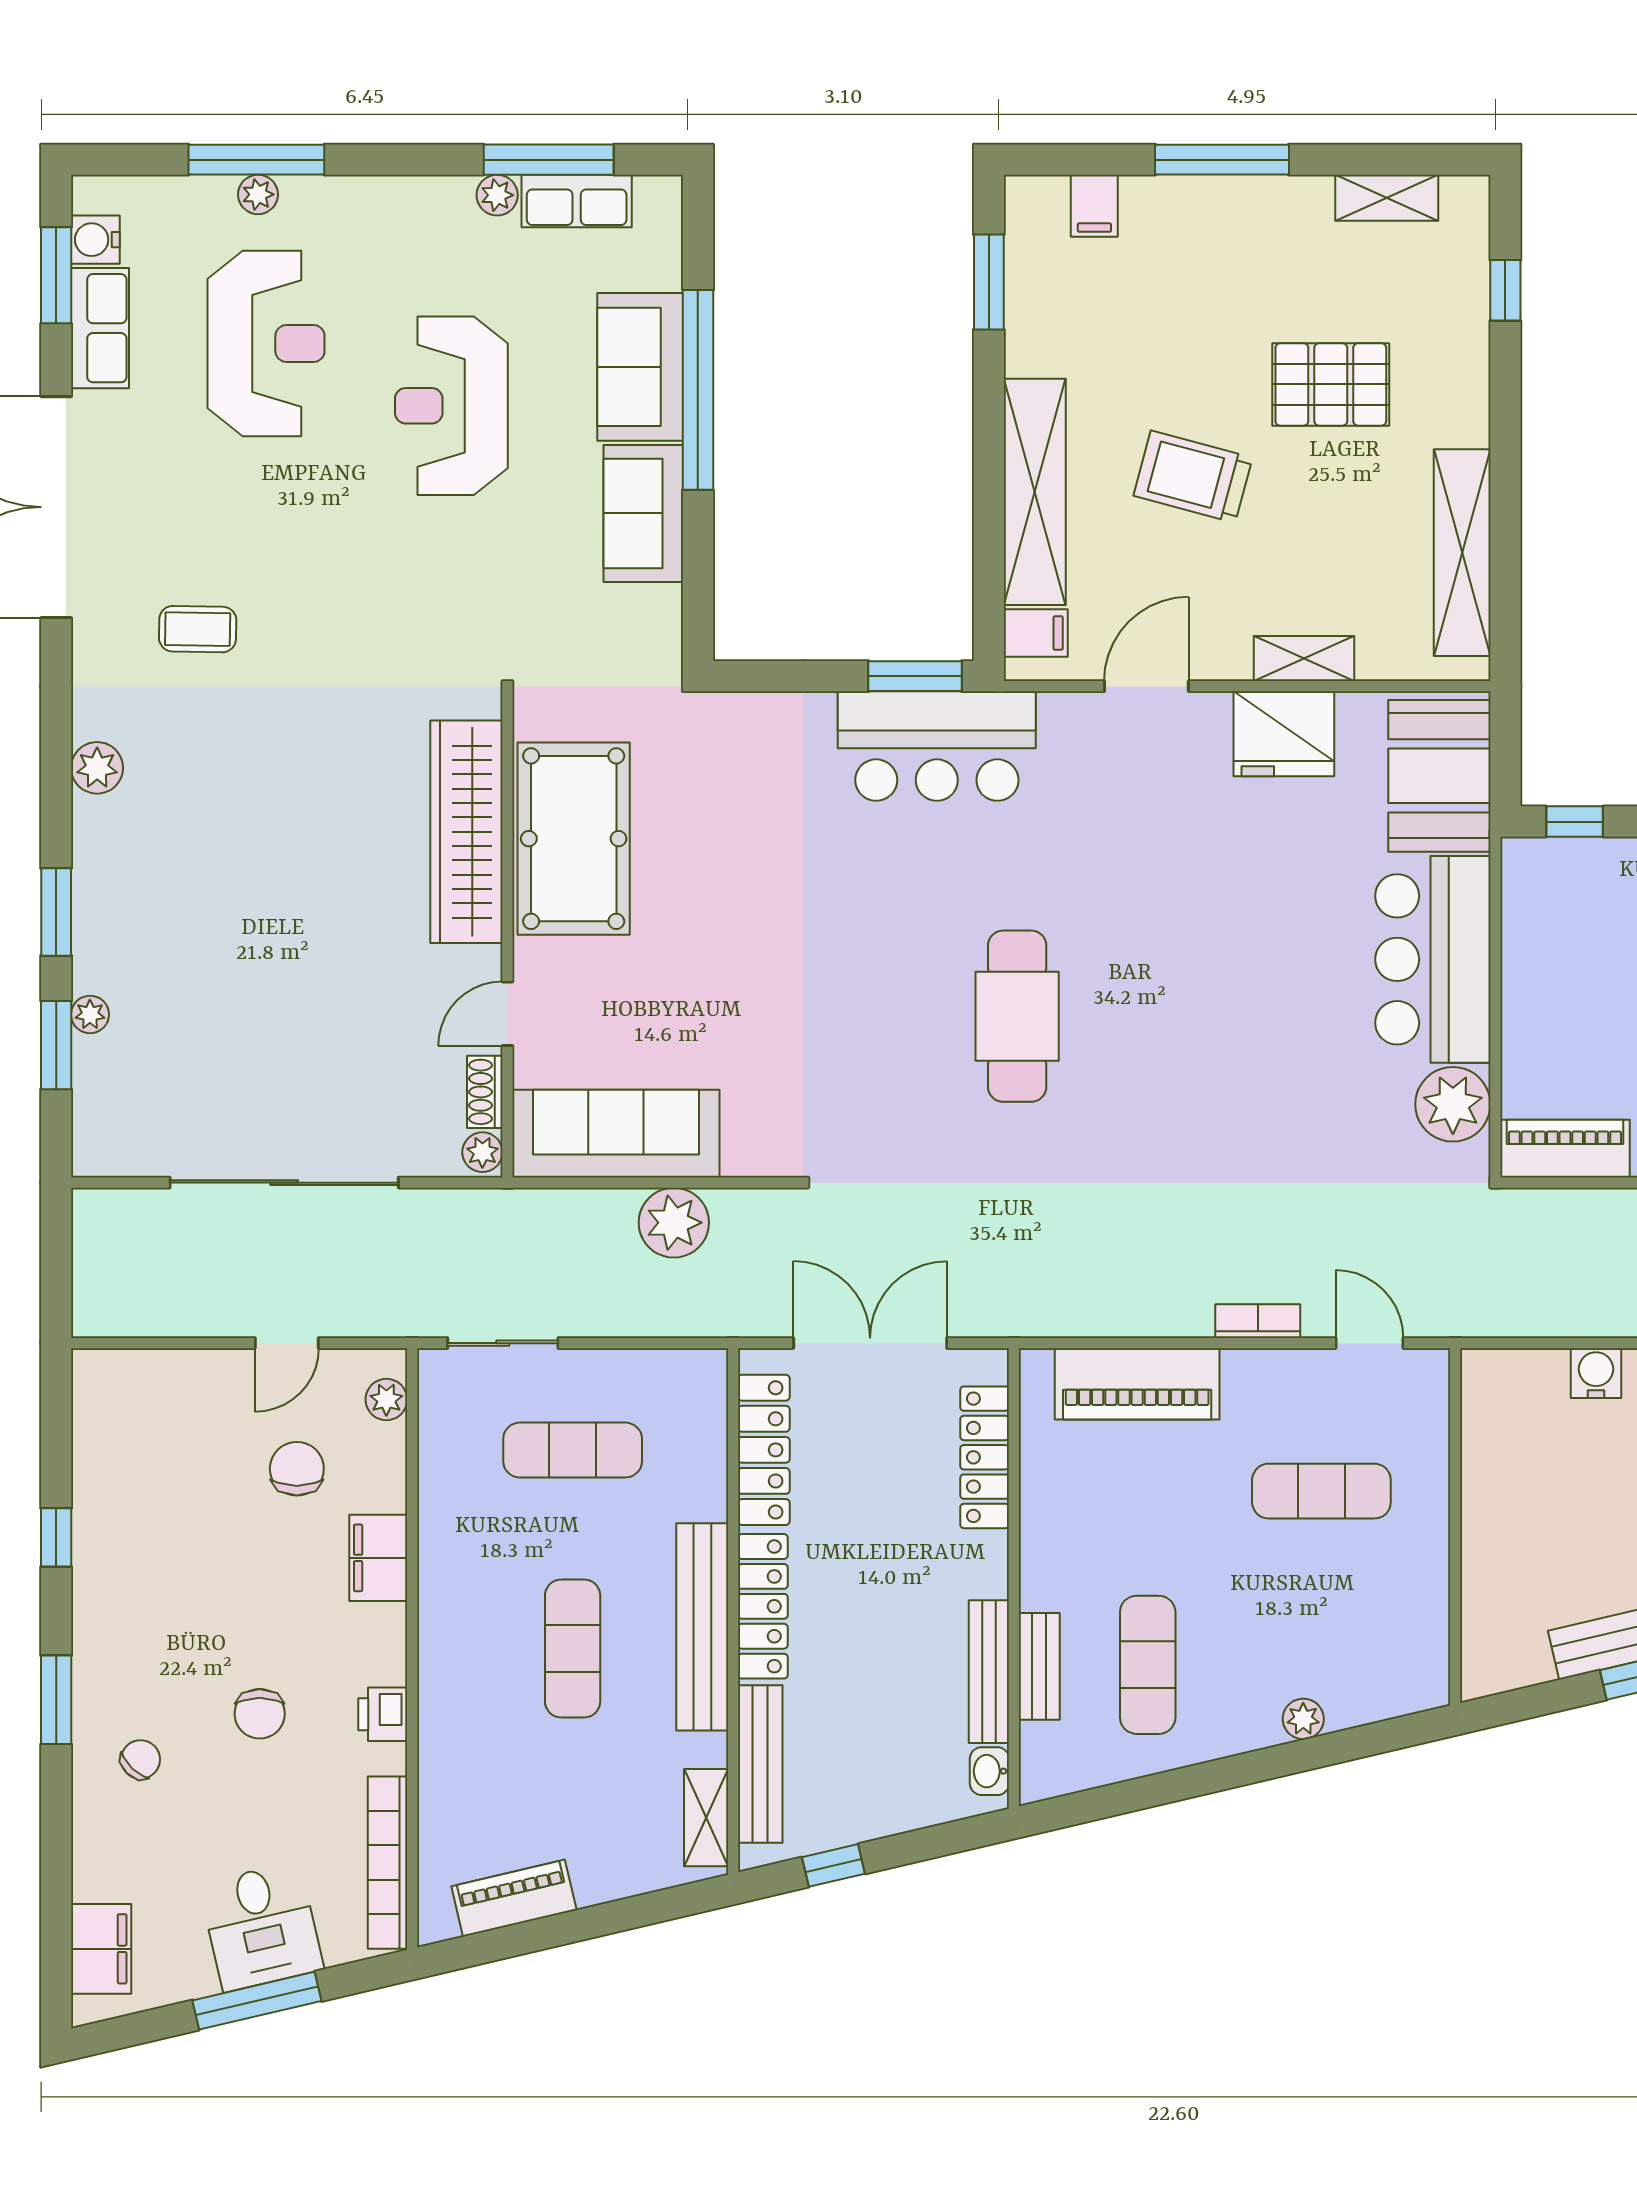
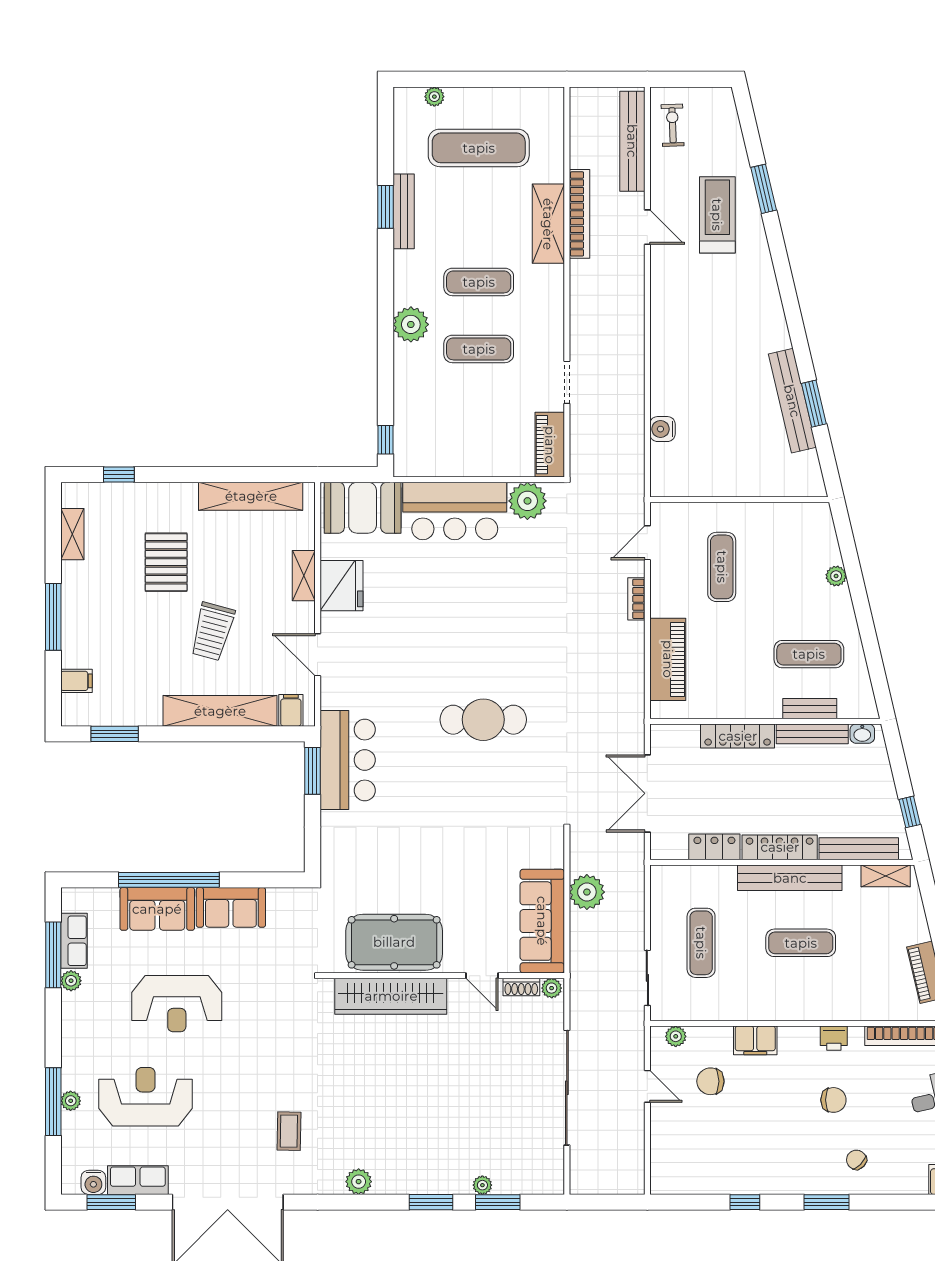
locker: (764, 1450) -> (714, 847), width x0.66
locker: (985, 1457) -> (738, 736), moved

